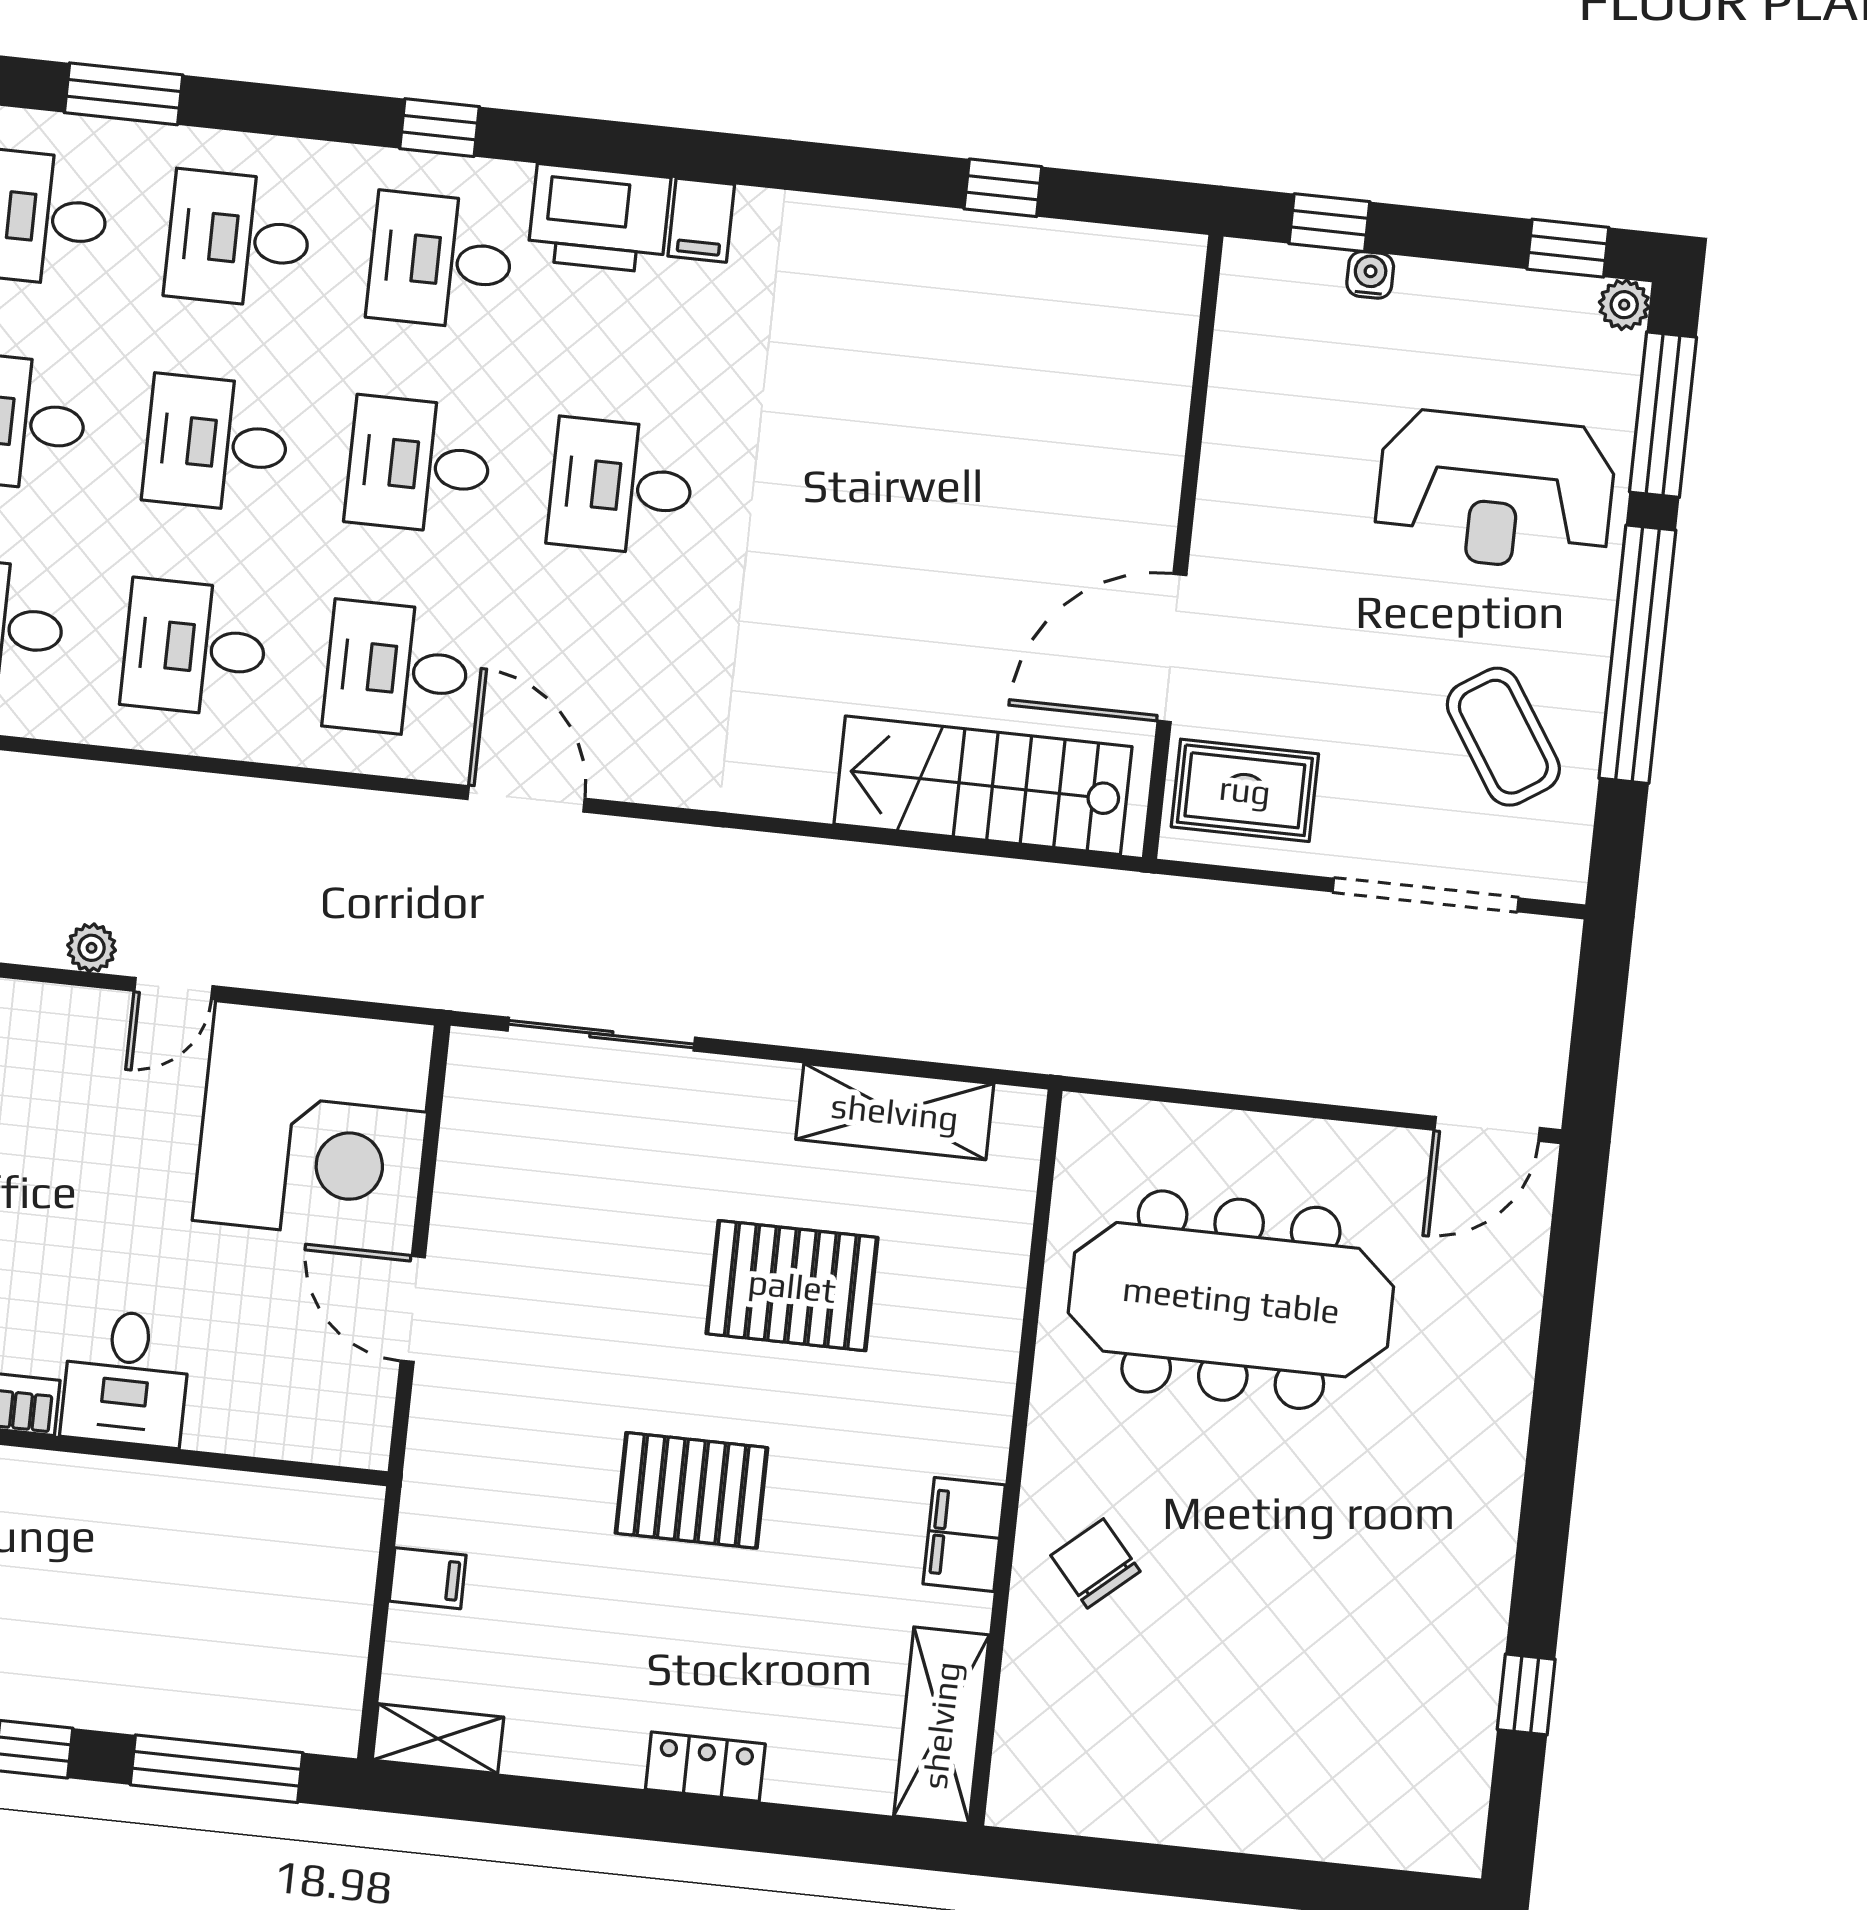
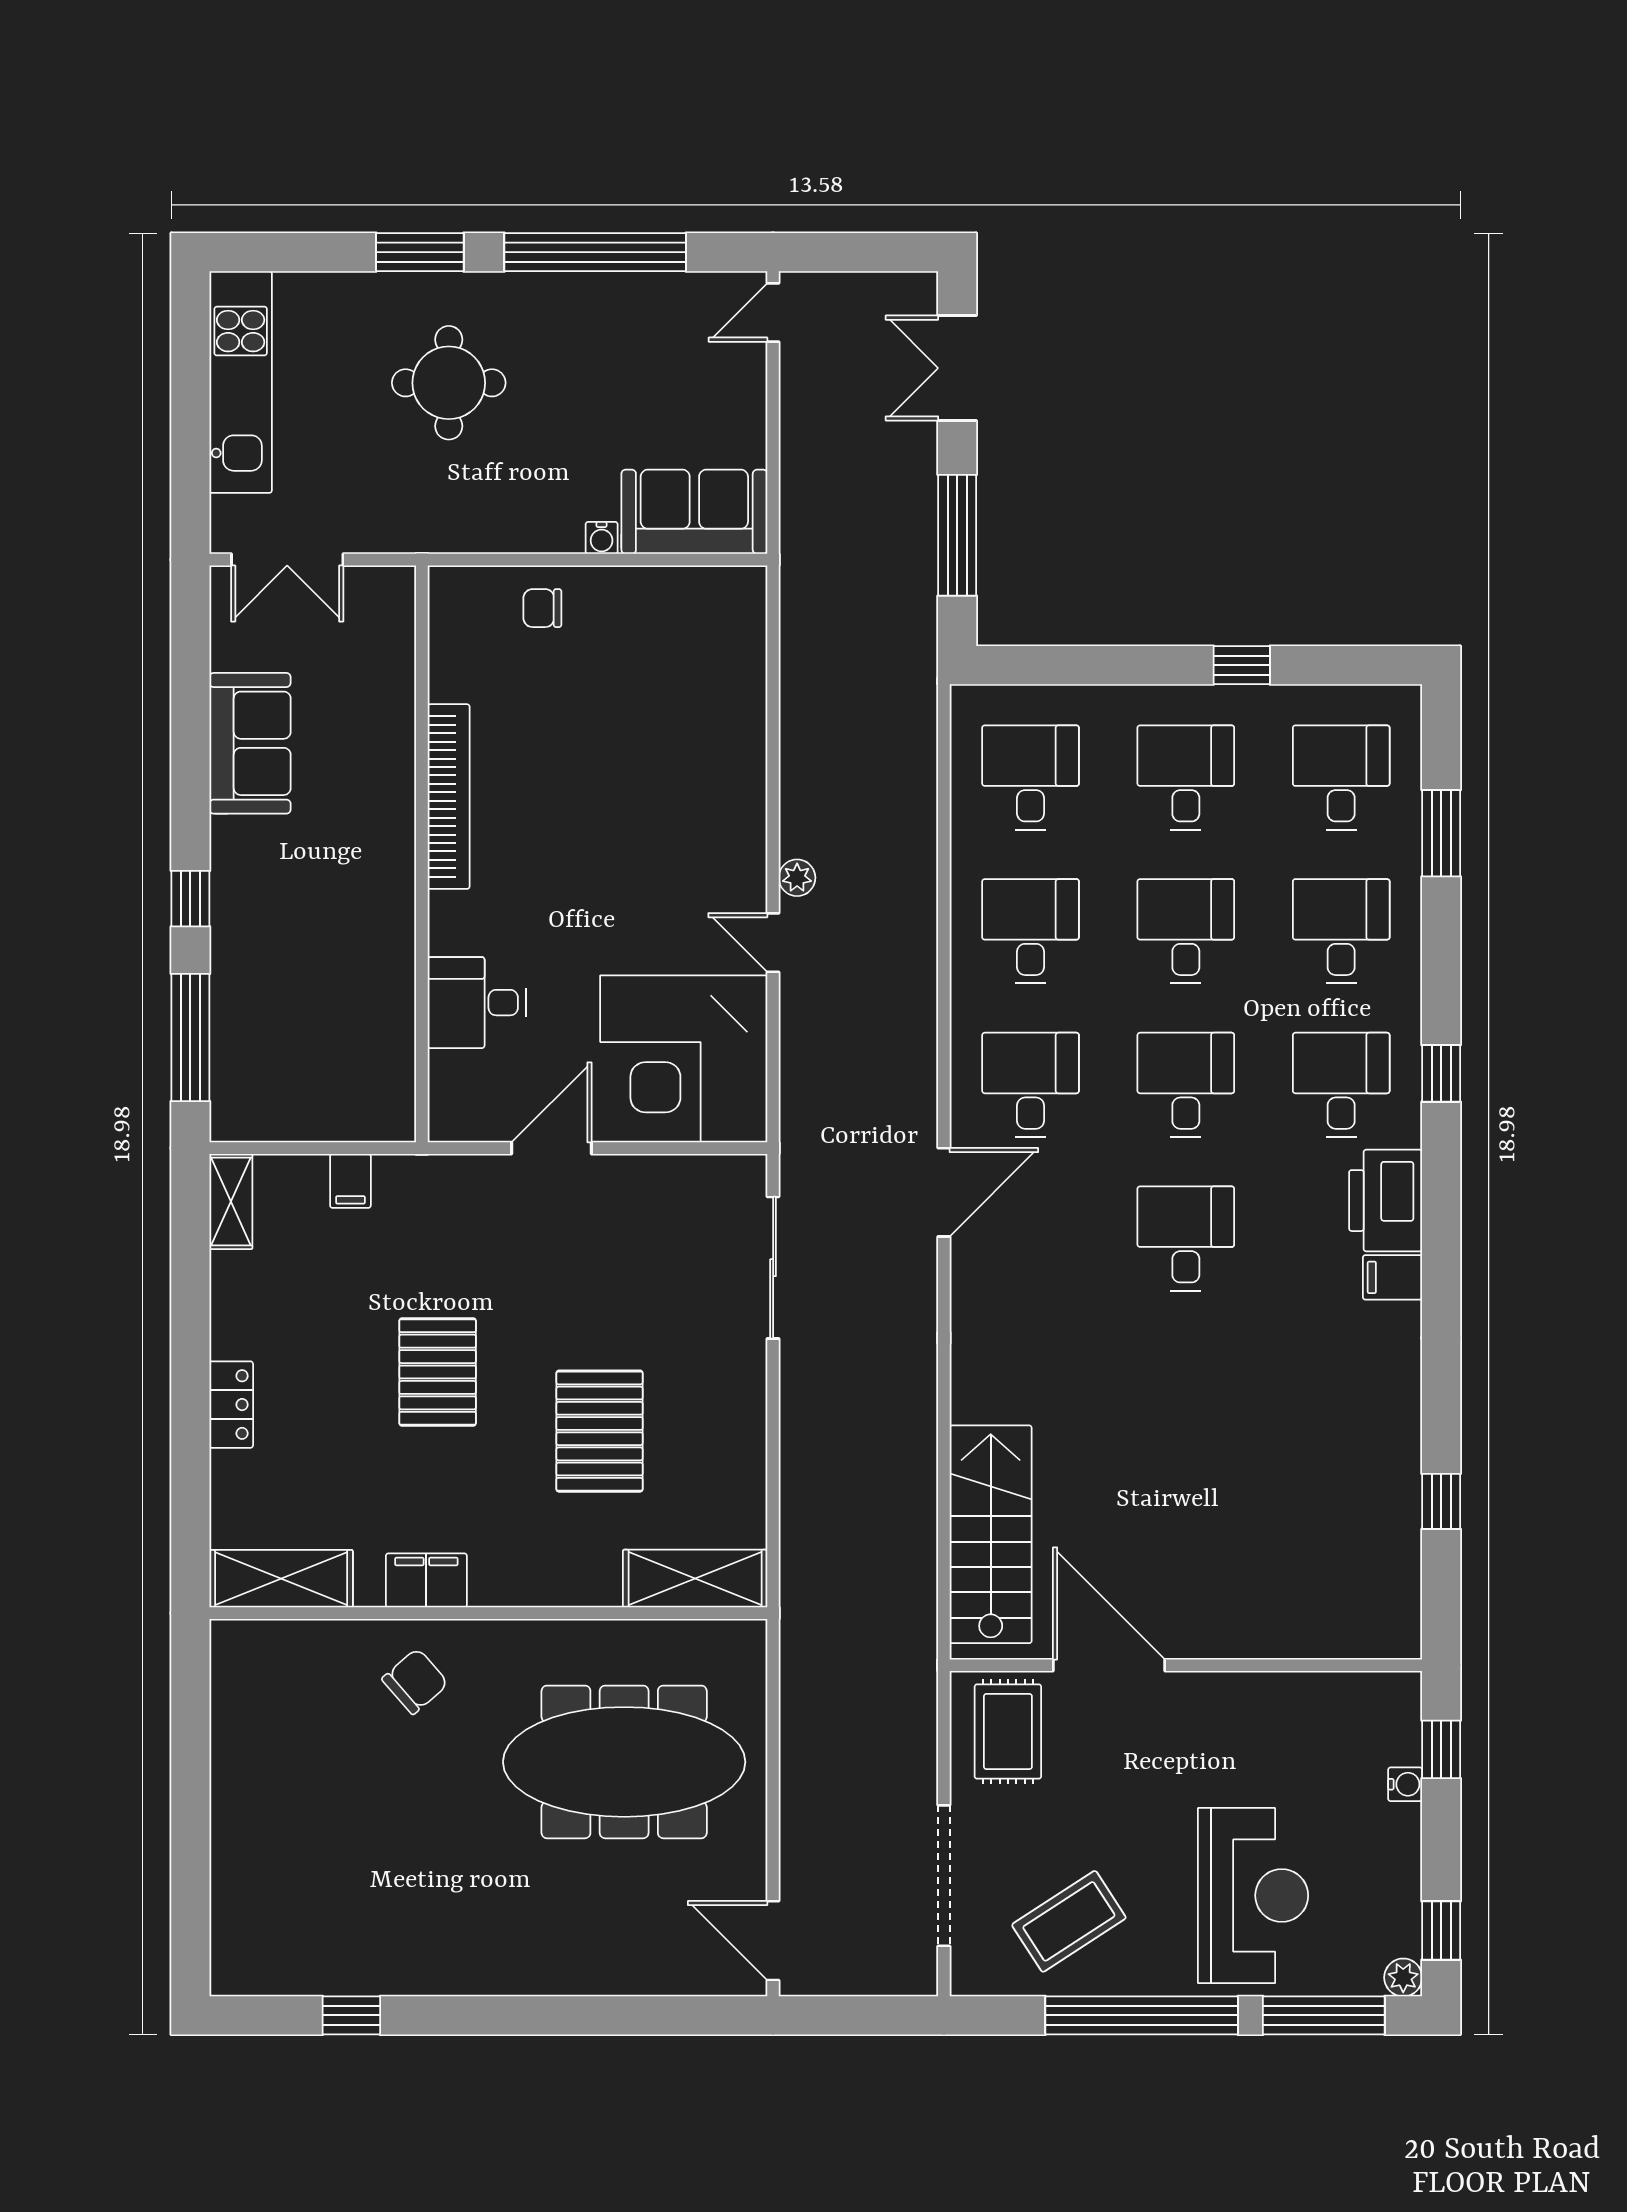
reception desk: (1495, 491) -> (1253, 1896), turned 180
shelving: (895, 1112) -> (695, 1578), moved, turned 90
meeting table: (1231, 1300) -> (624, 1762), turned 90
desk: (126, 1378) -> (477, 1003), moved

